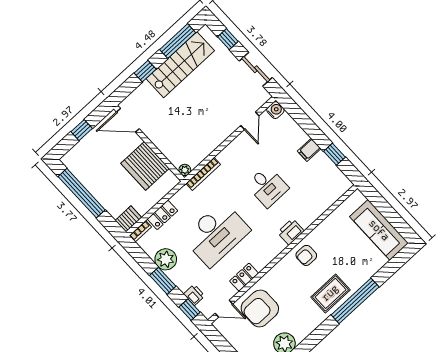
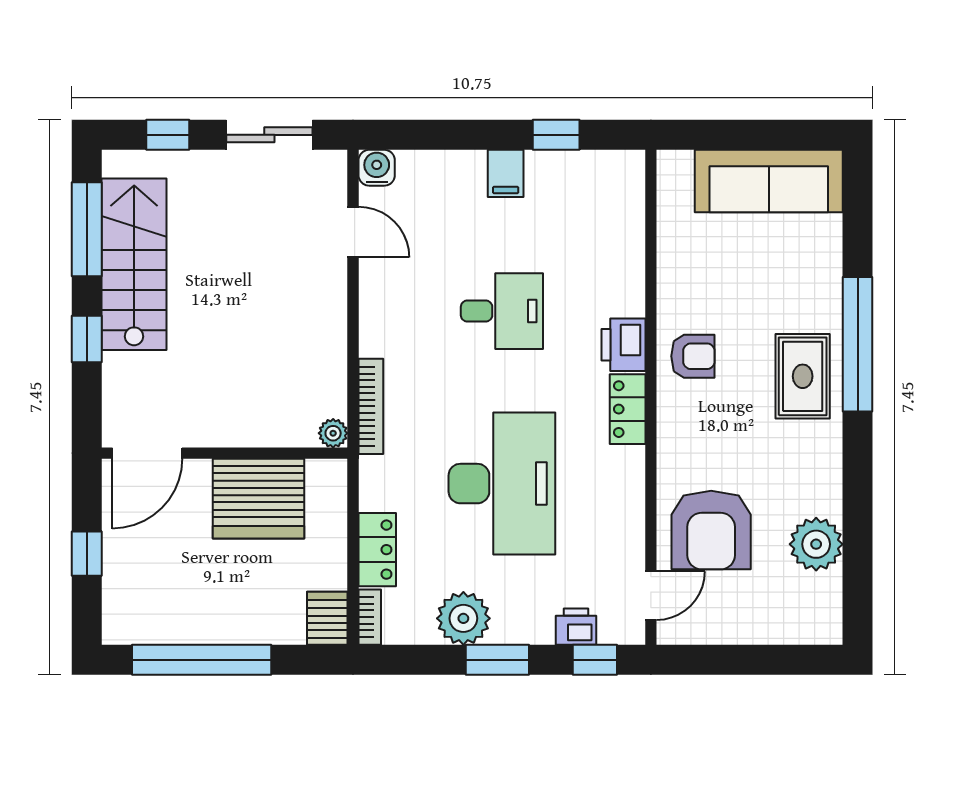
armchair: (306, 255) -> (693, 356), turned -90
locker: (244, 277) -> (628, 409), moved

